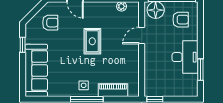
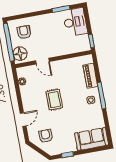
rug: (92, 41) -> (54, 100), turned 90
desk: (185, 57) -> (75, 22), moved, turned 90
sofa: (36, 70) -> (92, 139), width x0.73

